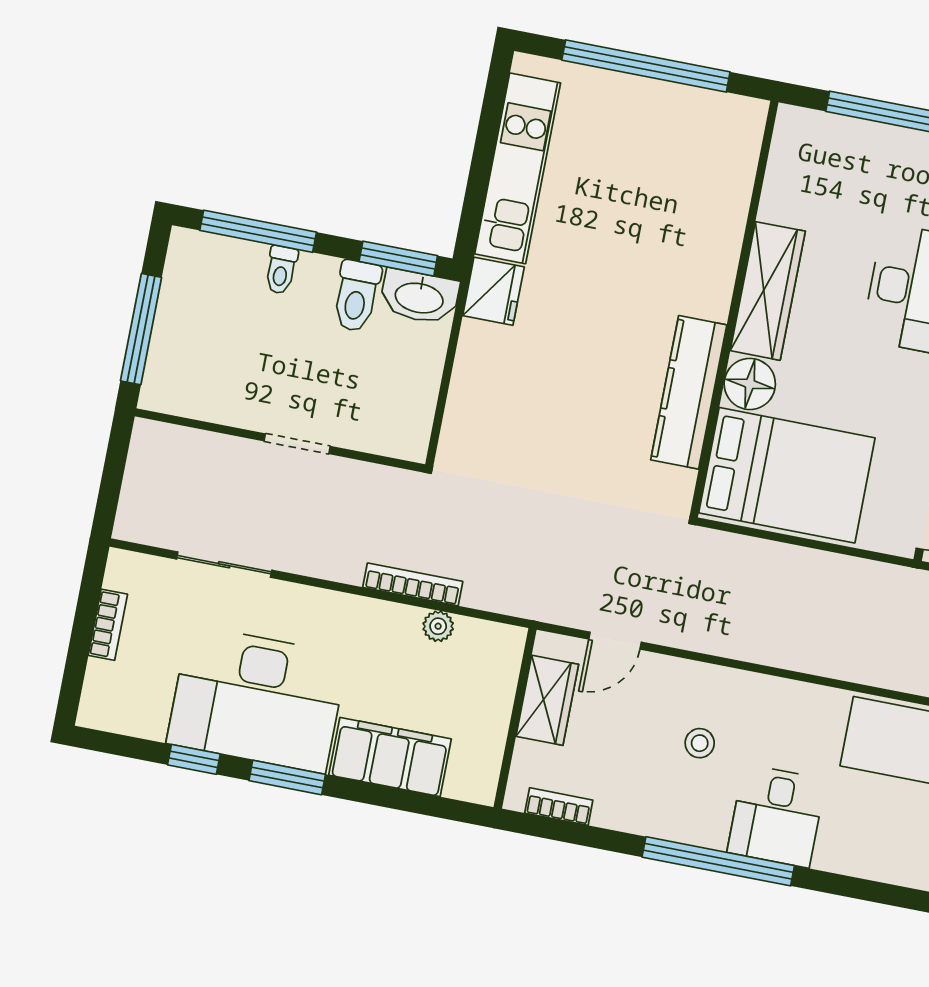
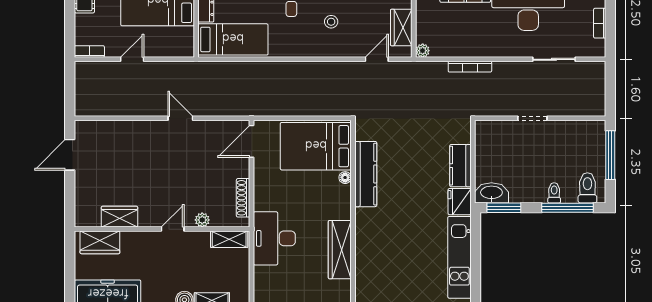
wardrobe: (768, 291) -> (340, 250), moved
toilet: (357, 296) -> (587, 188), moved
kitchen counter: (476, 370) -> (460, 166), added
floor lamp: (750, 384) -> (345, 178), width x0.53, depth x0.53
plant: (438, 626) -> (423, 51), moved

